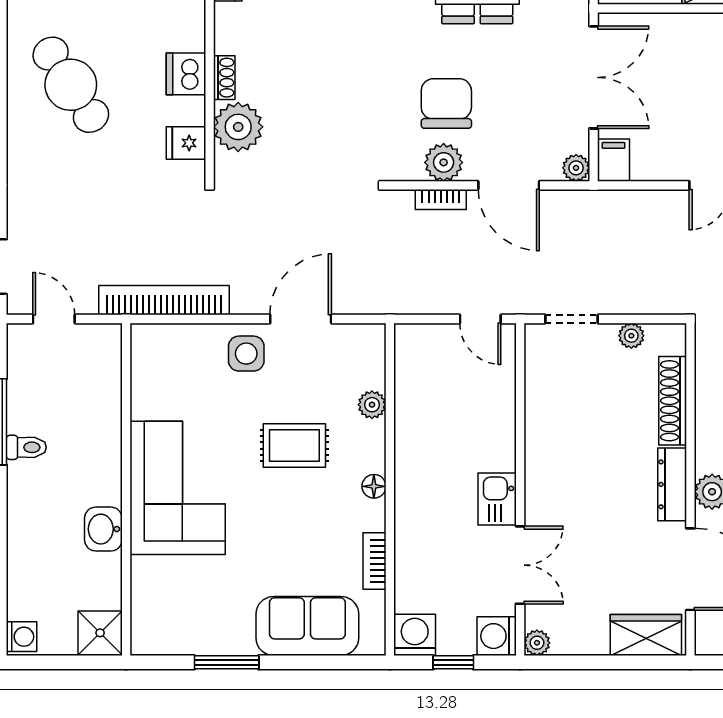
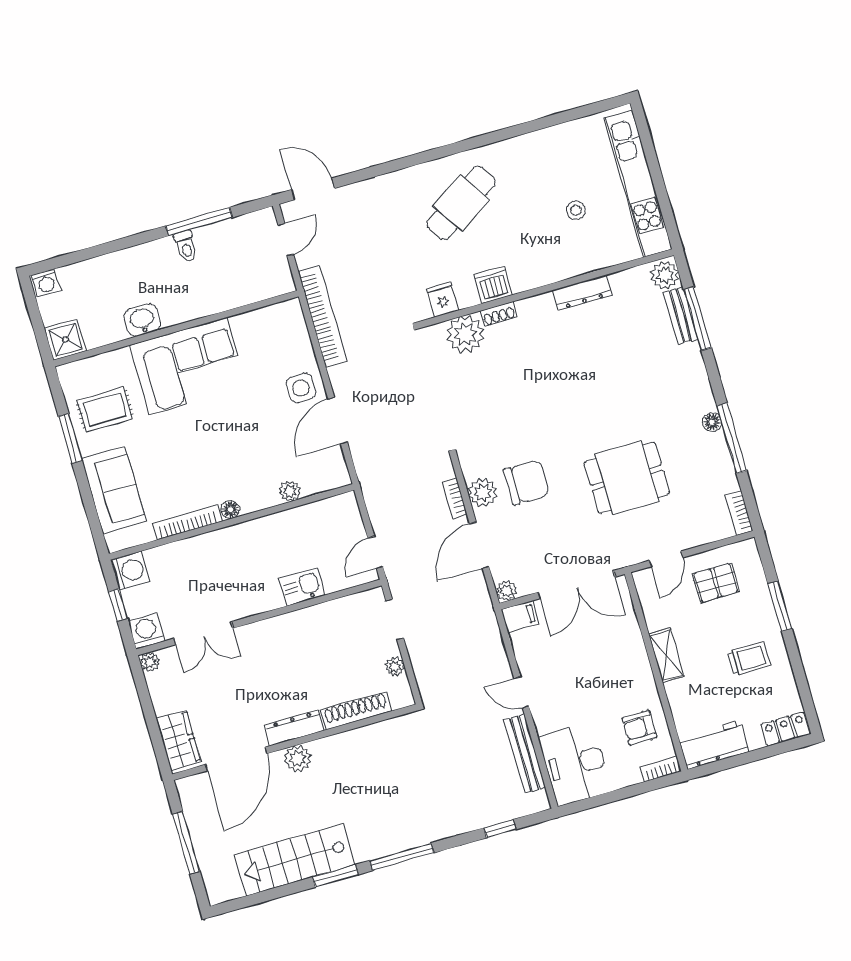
door: (301, 319) -> (338, 421), swing flipped
rug: (294, 445) -> (105, 410), moved, turned 90
kitchen sink: (497, 499) -> (302, 587), moved
bookcase: (375, 561) -> (187, 522), width x1.56

